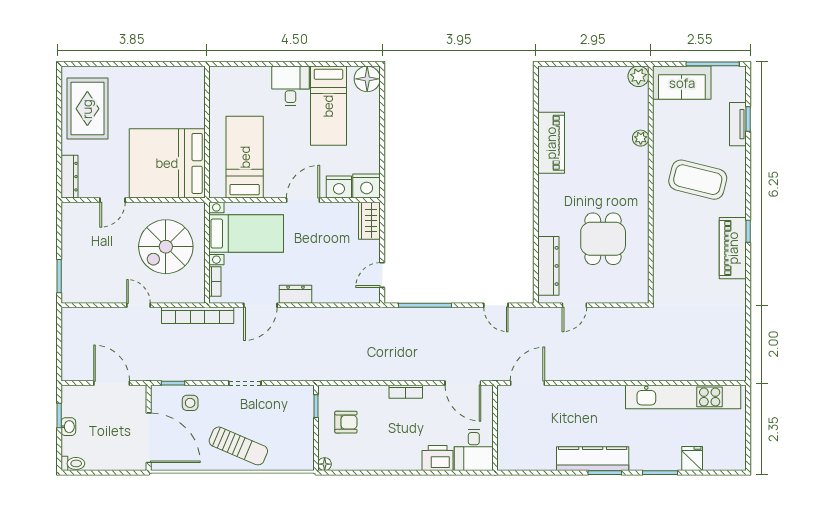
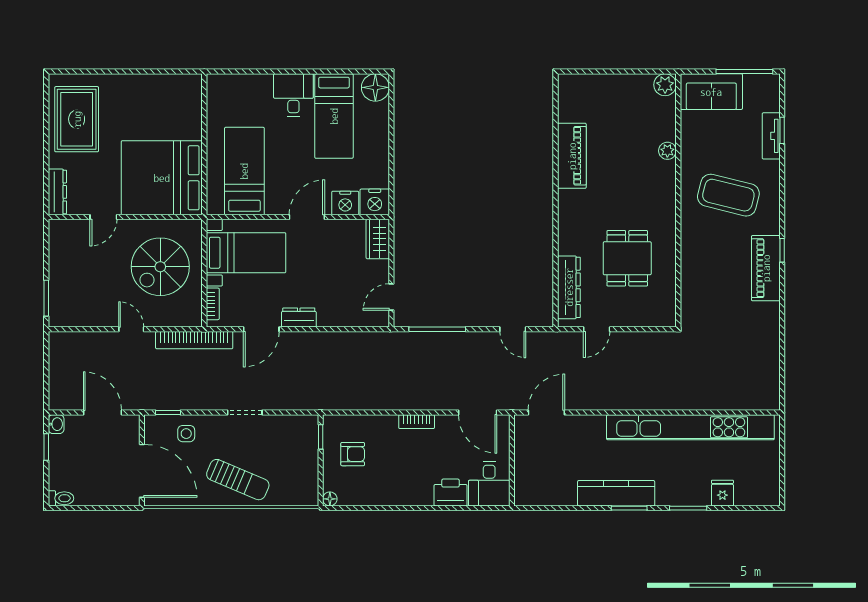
kitchen unit: (683, 397) -> (690, 427), width x1.36
washbasin: (68, 427) -> (56, 424), moved

